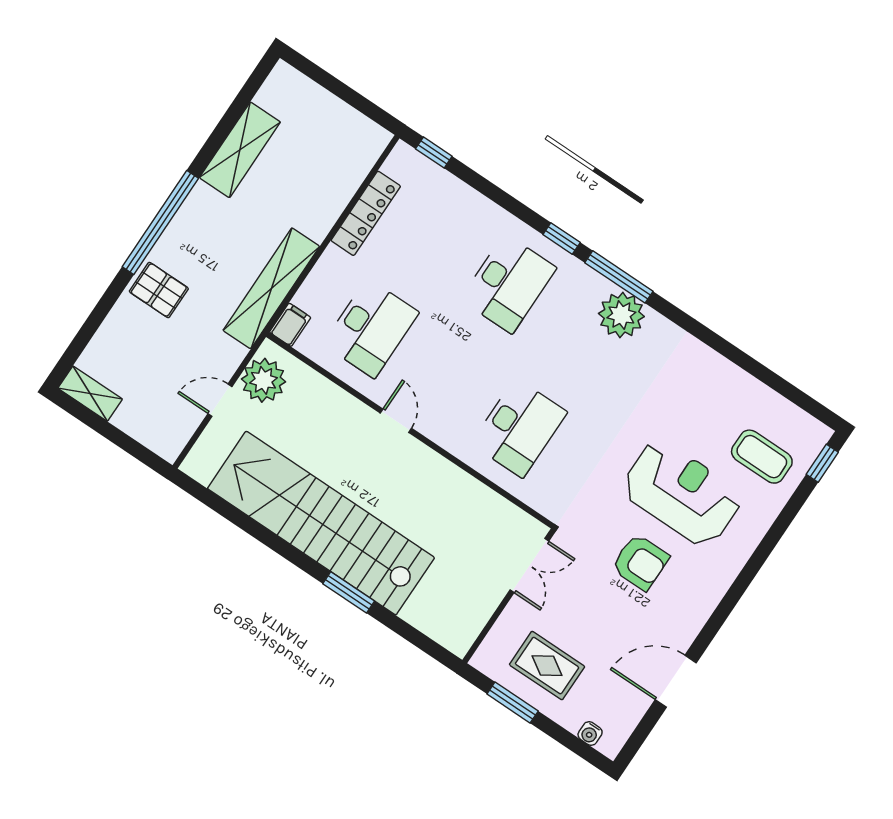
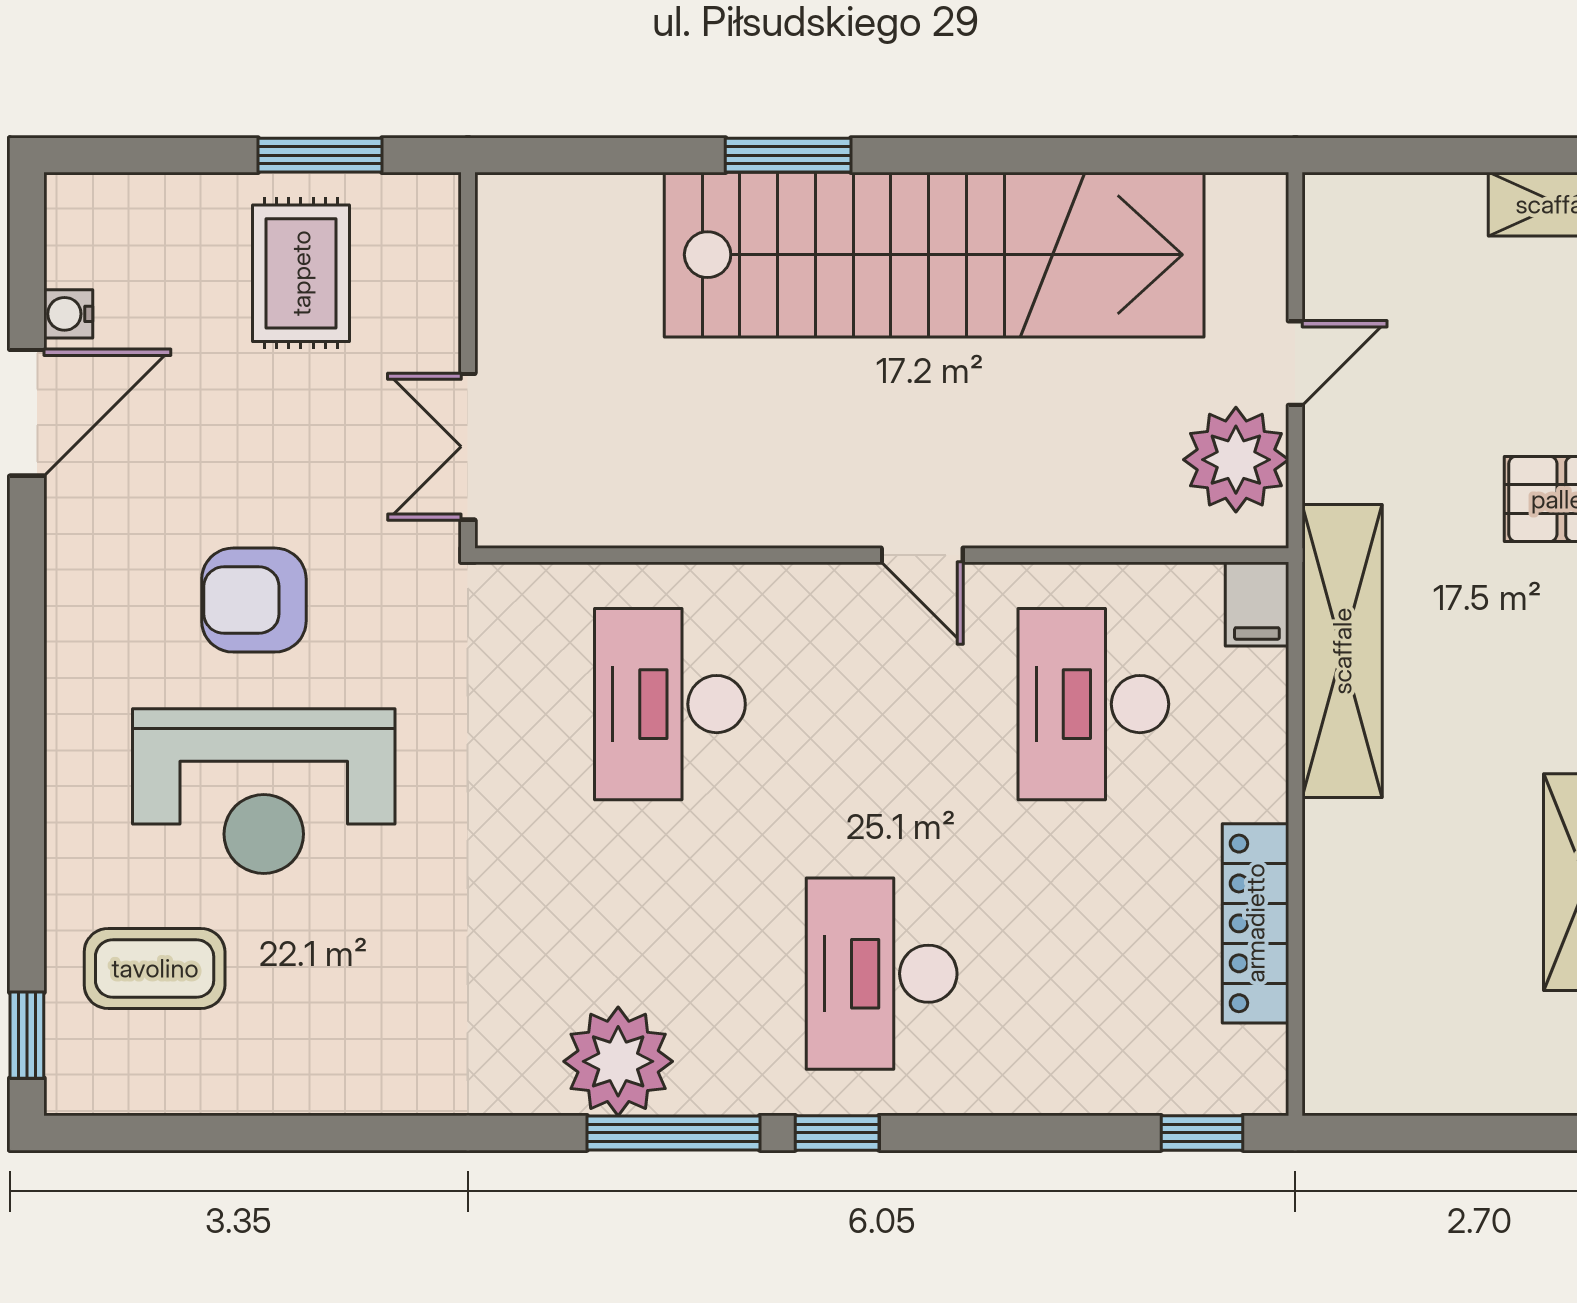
rug: (547, 666) -> (301, 273), turned 90
water cooler: (590, 733) -> (68, 314), moved, turned -90

